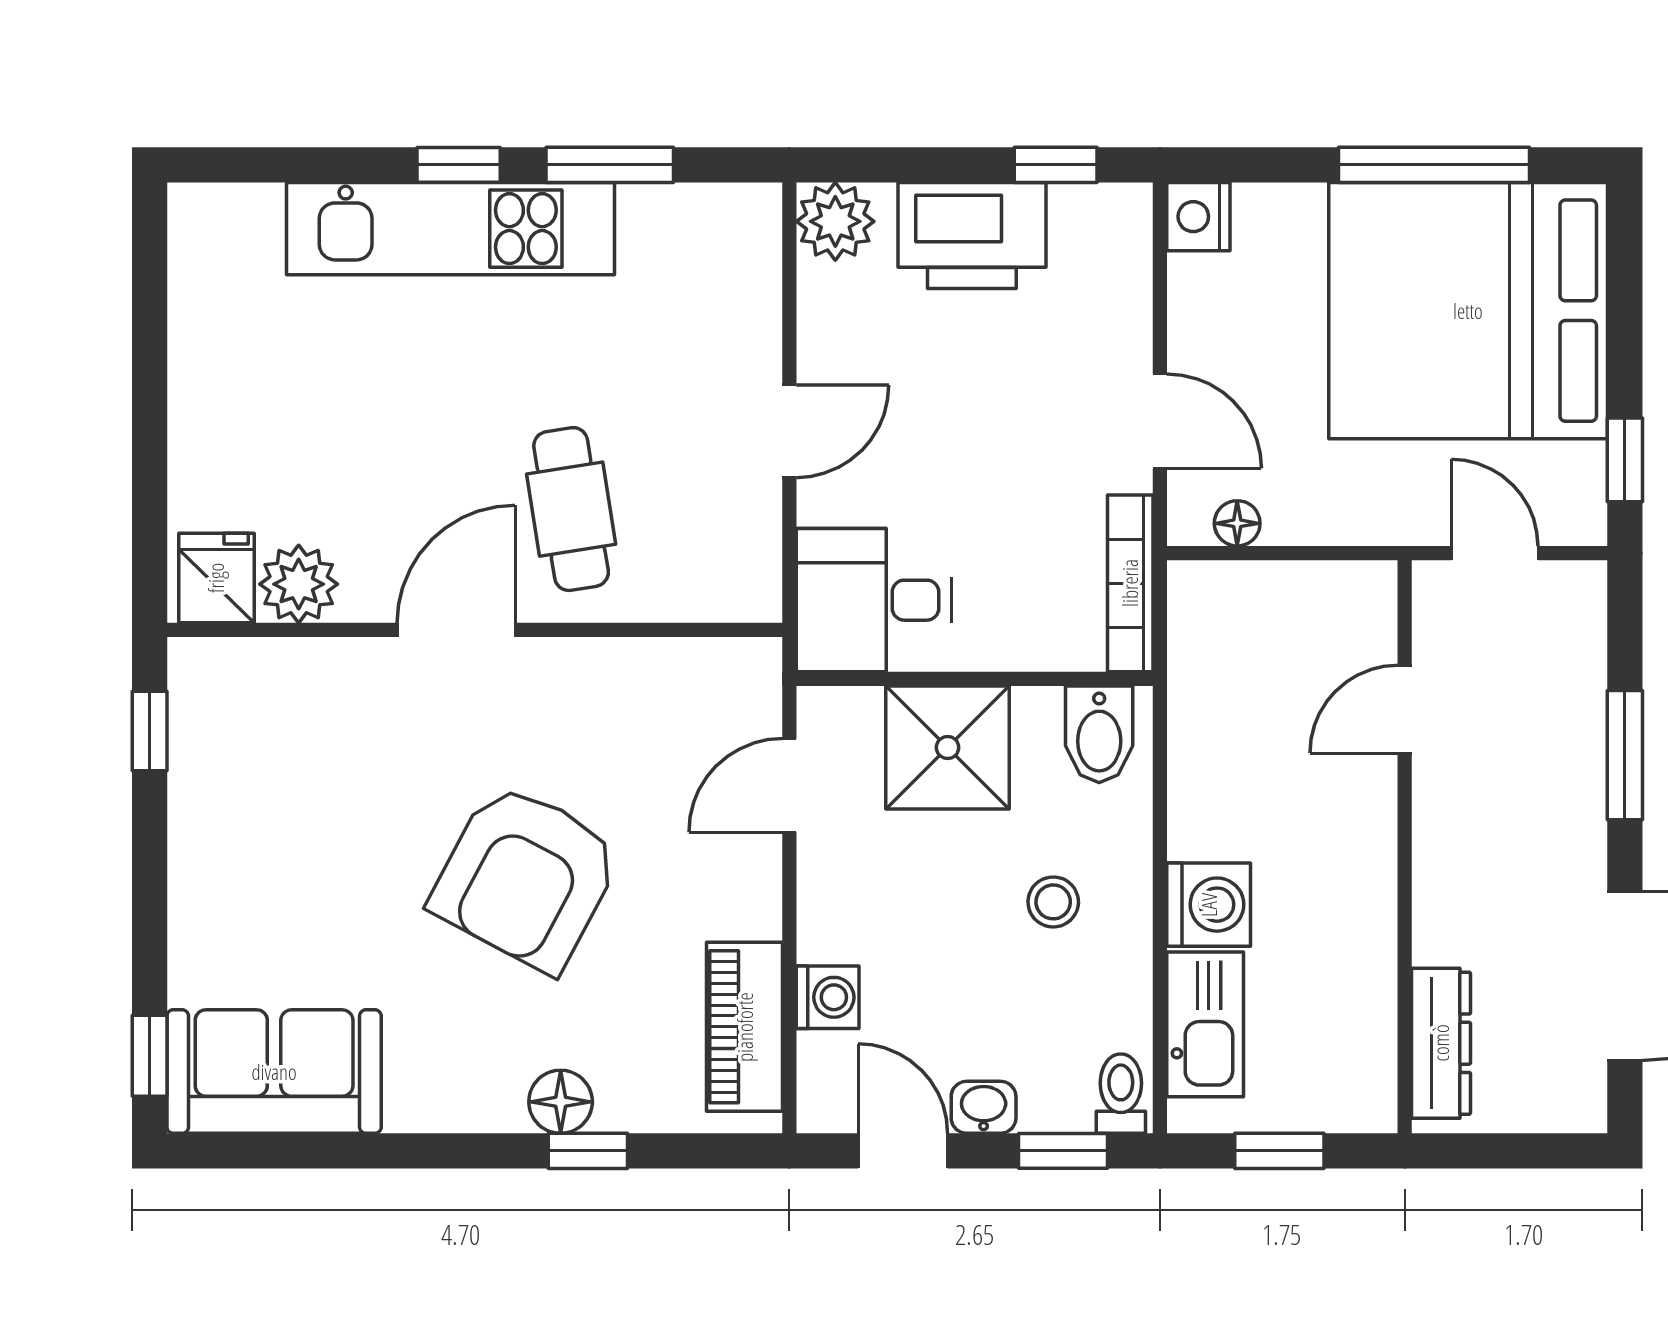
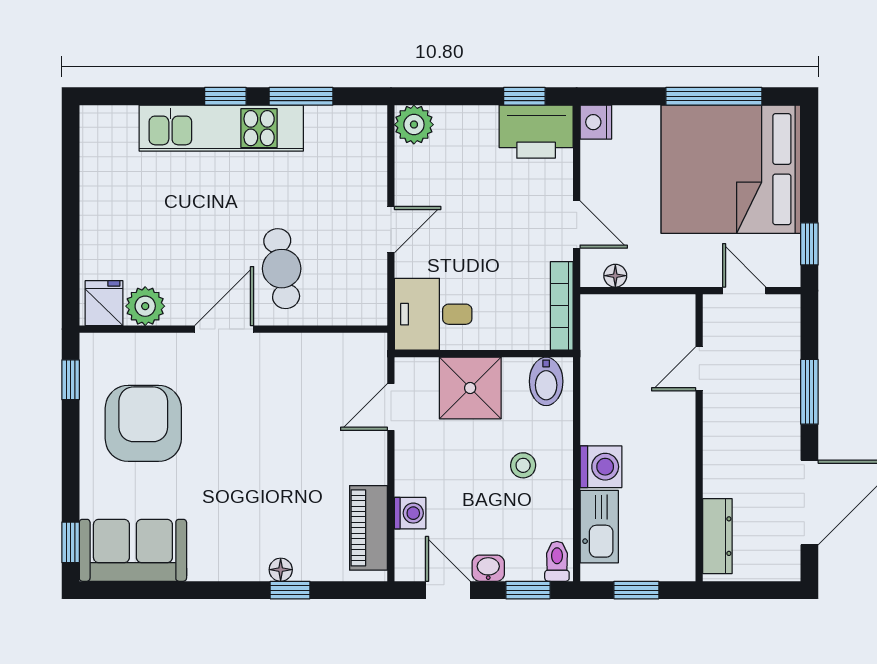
printer: (972, 235) -> (536, 132), moved
armchair: (526, 877) -> (143, 423), moved, turned 152
floor lamp: (561, 1102) -> (281, 570), width x0.73, depth x0.73

